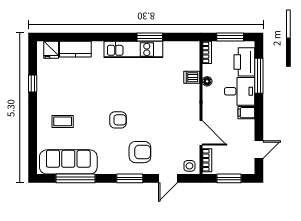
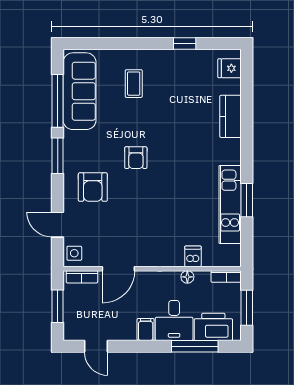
kitchen counter: (75, 49) -> (231, 116), moved
kitchen unit: (133, 49) -> (230, 204), moved
window: (130, 178) -> (58, 156), moved

